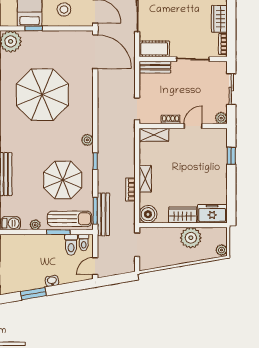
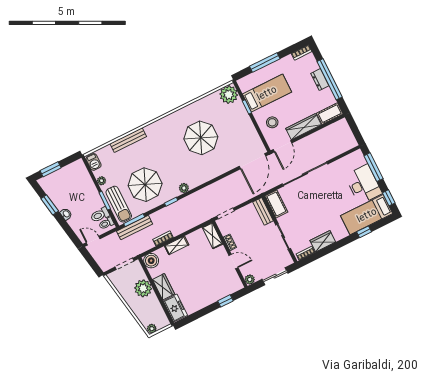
parasol: (42, 95) -> (201, 138), width x0.73, depth x0.73
plant: (191, 238) -> (143, 288), moved

